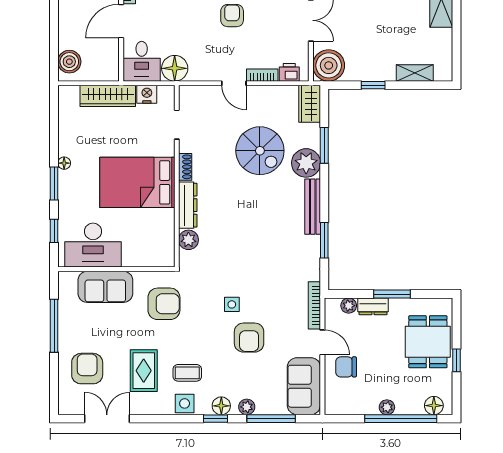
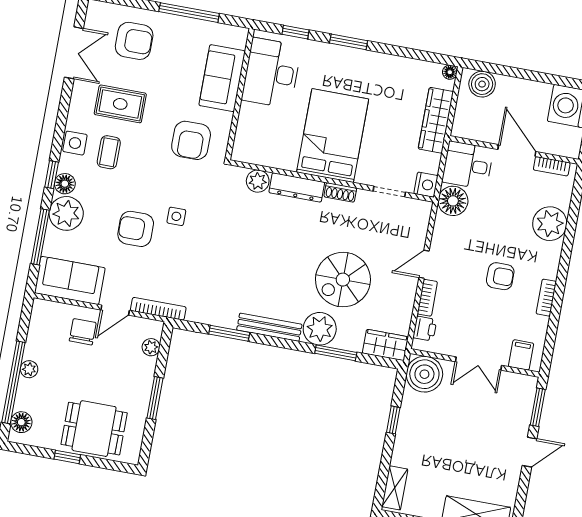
shelving: (415, 73) -> (395, 488), moved
nightstand: (147, 94) -> (426, 185), moved
floor lamp: (64, 163) -> (450, 72), moved
dresser: (373, 306) -> (145, 374), removed
plant: (247, 407) -> (66, 213), width x1.88, depth x1.88

